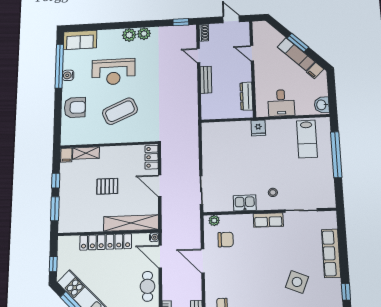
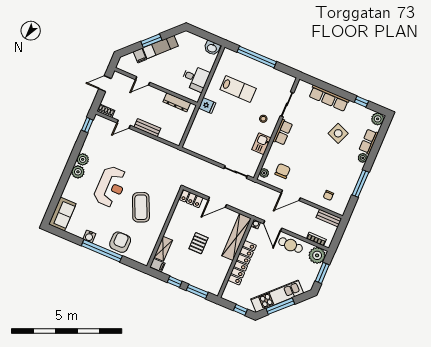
window: (59, 66) -> (102, 251), moved
filing cabinet: (315, 71) -> (140, 56), moved
reception desk: (113, 72) -> (111, 187), moved
lab bench: (307, 139) -> (238, 89), moved
door: (160, 257) -> (273, 226), hinge flipped

